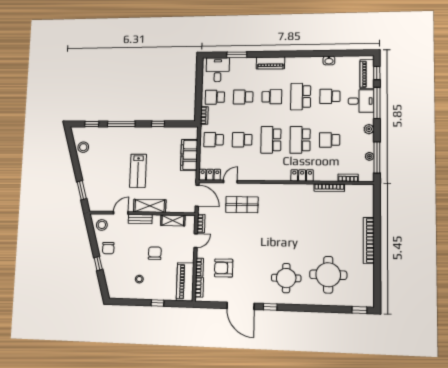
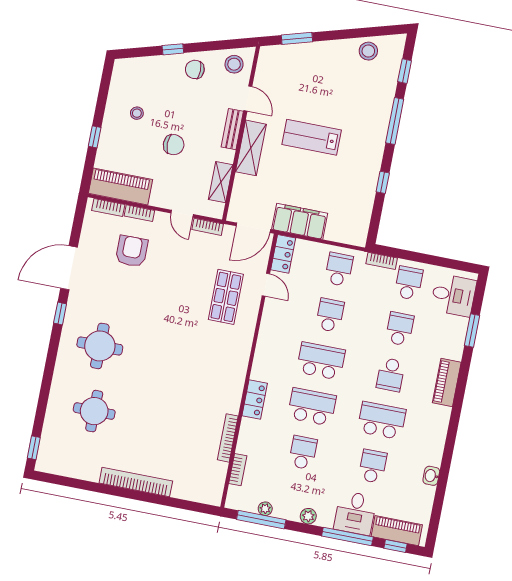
filing cabinet: (189, 155) -> (300, 221), moved
round table: (328, 275) -> (94, 411), width x0.73, depth x0.73

